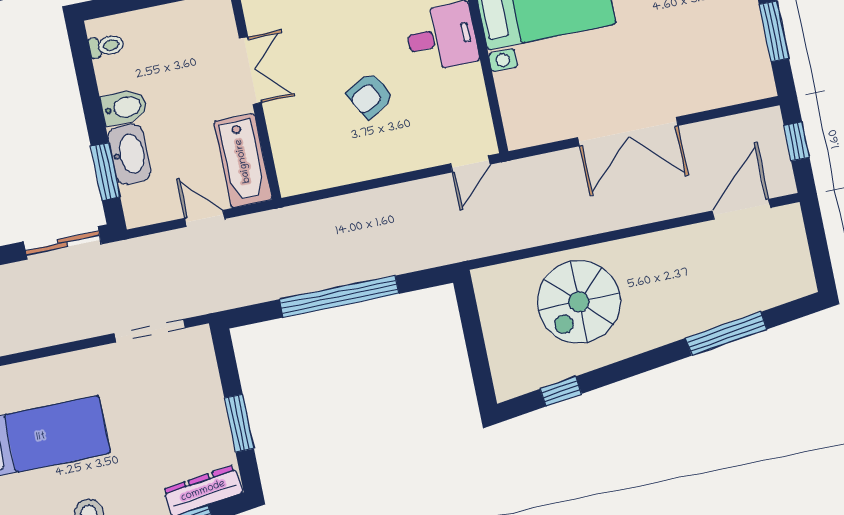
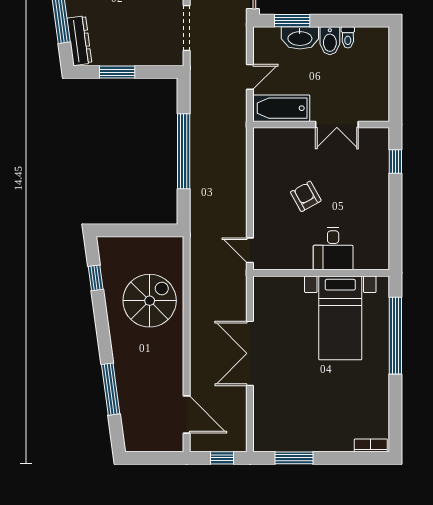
toilet: (106, 46) -> (348, 37), moved
spiral stairs: (579, 302) -> (150, 301), turned 90

